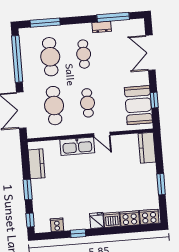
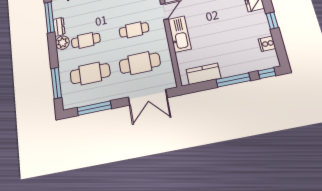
plant: (85, 30) -> (62, 43), added
window: (17, 59) -> (94, 108), width x0.68
window: (28, 189) -> (233, 80), width x1.44

